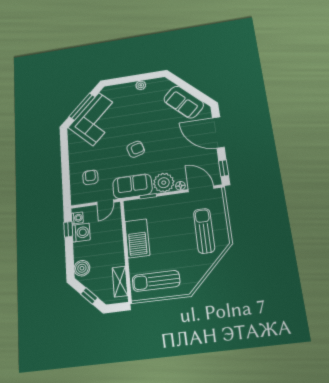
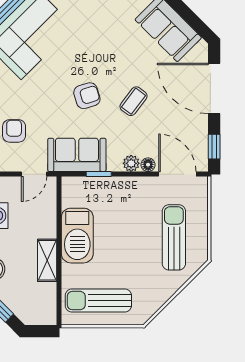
coffee table: (166, 148) -> (134, 101), added
plant: (164, 183) -> (131, 163), width x0.53, depth x0.53
shelving: (120, 282) -> (47, 260), moved

